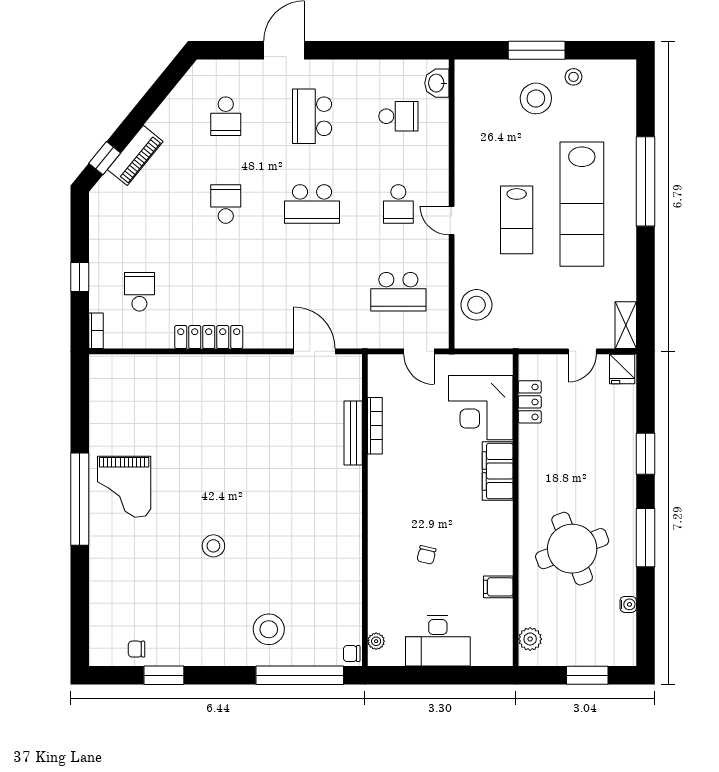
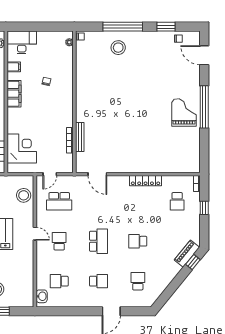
school desk: (312, 116) -> (98, 281), width x0.54
piano: (135, 155) -> (187, 254), moved
school desk: (226, 204) -> (138, 241), turned 90
school desk: (312, 204) -> (98, 241), turned 90
school desk: (398, 292) -> (59, 201), turned 180
door: (419, 351) -> (50, 174), swing flipped
filing cabinet: (498, 471) -> (14, 94), moved
stool: (213, 546) -> (143, 86), removed
door: (80, 612) -> (204, 55), added
desk: (438, 641) -> (22, 42), moved
window: (300, 675) -> (123, 27), moved

